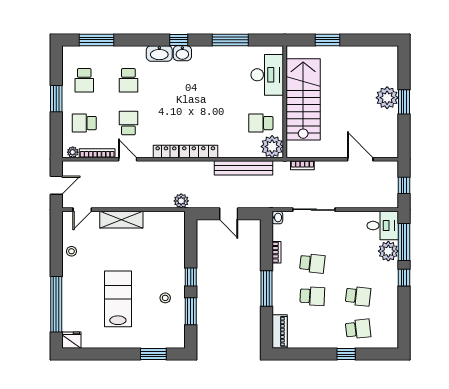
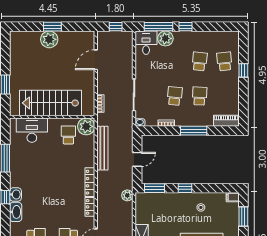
school desk: (261, 123) -> (68, 135), turned 180
window: (191, 311) -> (155, 188), moved
filing cabinet: (179, 340) -> (233, 197), added

